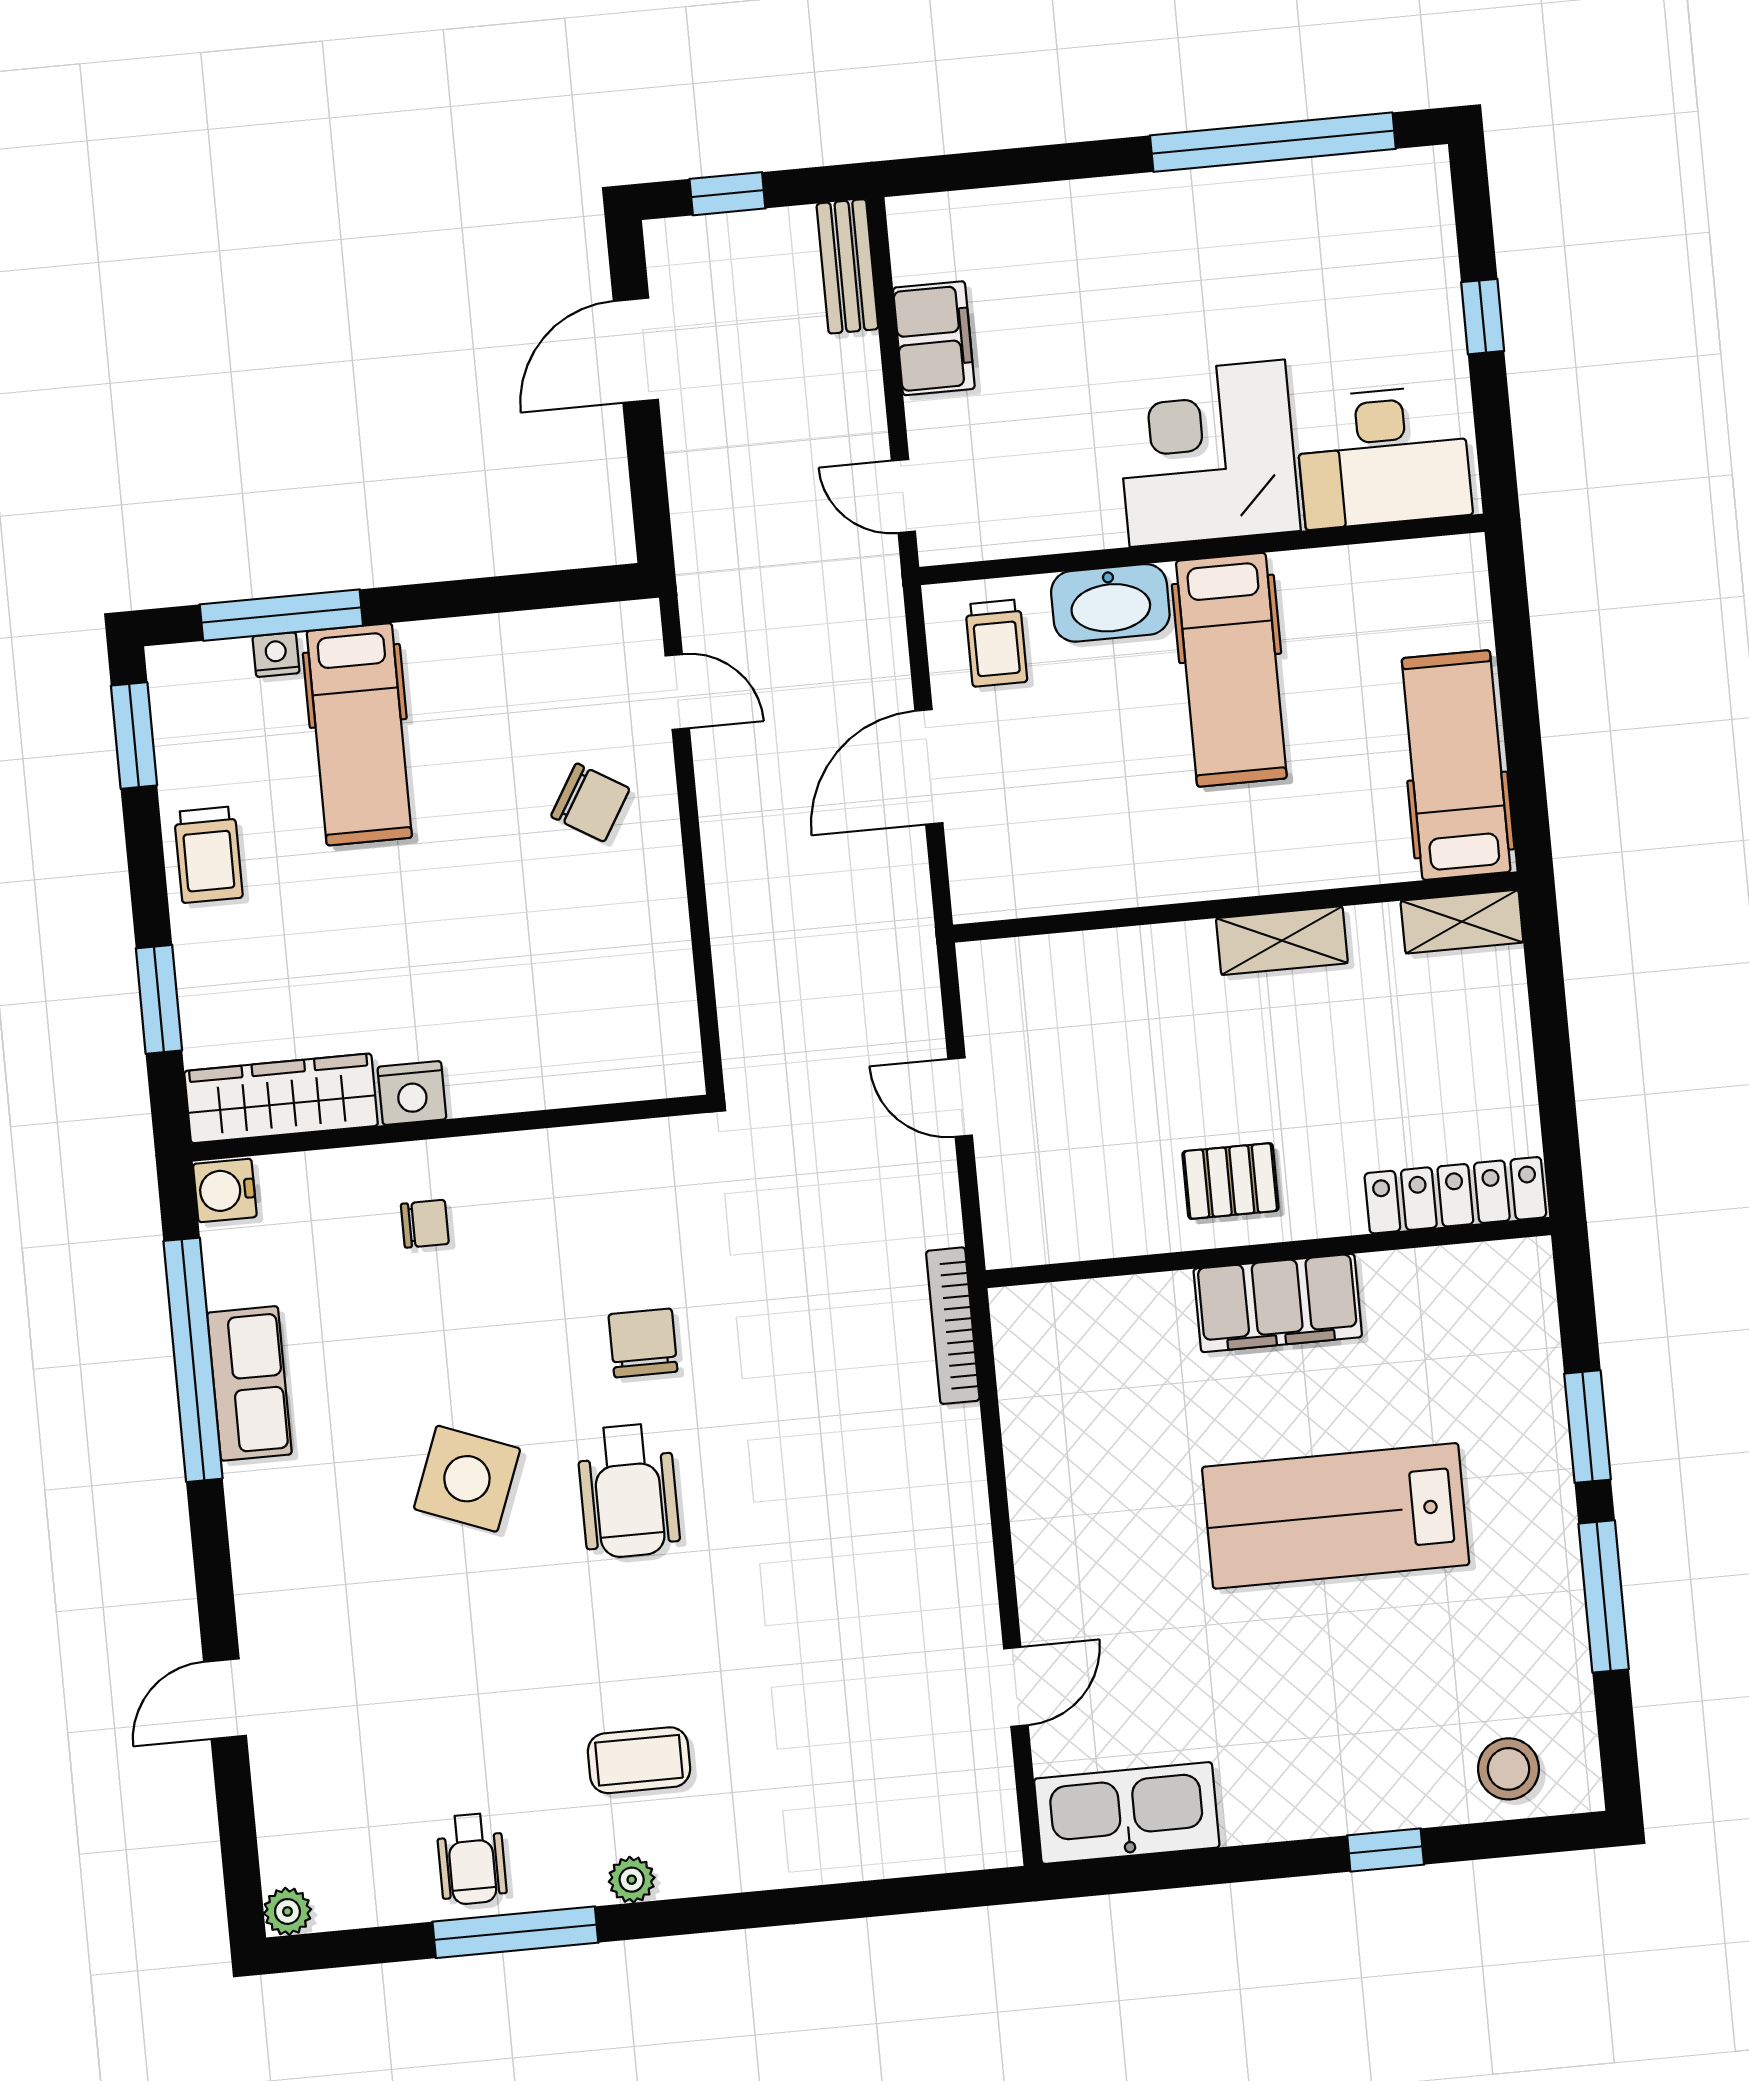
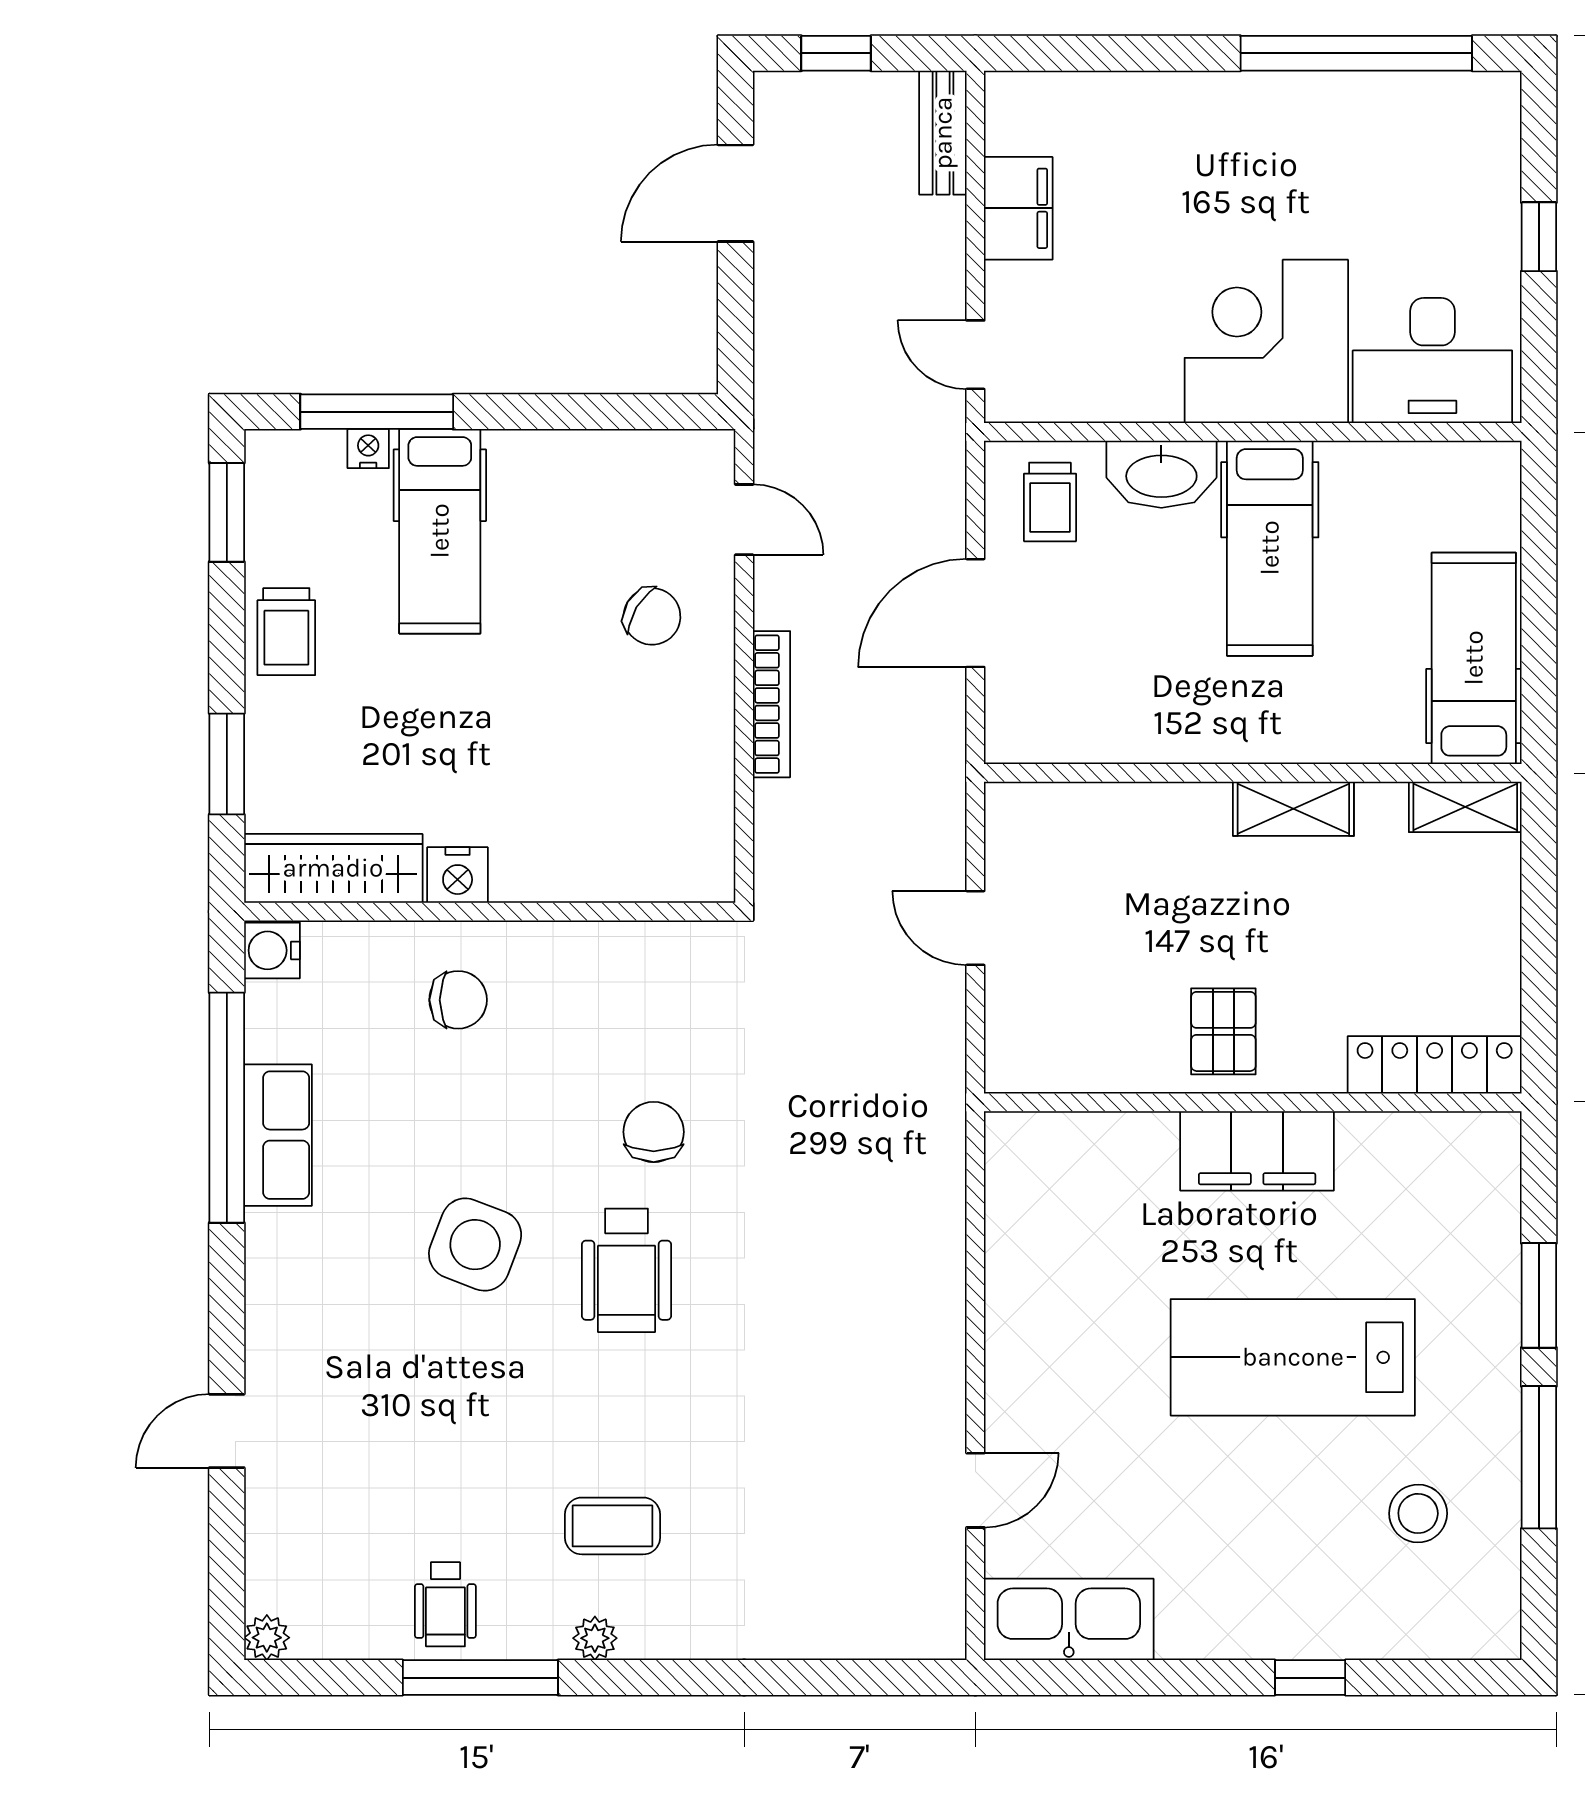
pallet: (1231, 1181) -> (1223, 1031), turned 90
chair: (425, 1224) -> (458, 1000), width x1.37, depth x1.37
bookcase: (953, 1326) -> (771, 704), moved, turned 180
stool: (1508, 1769) -> (1418, 1513), moved

